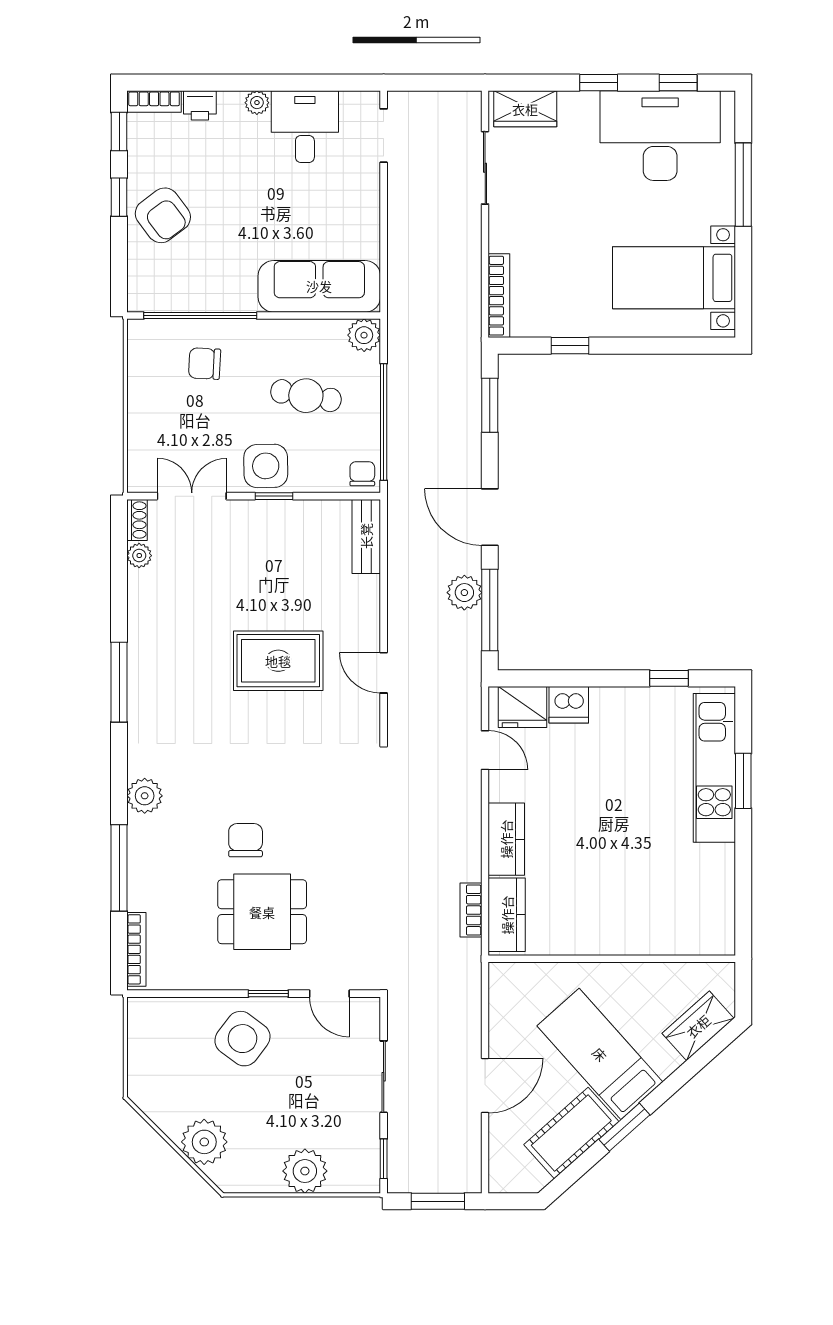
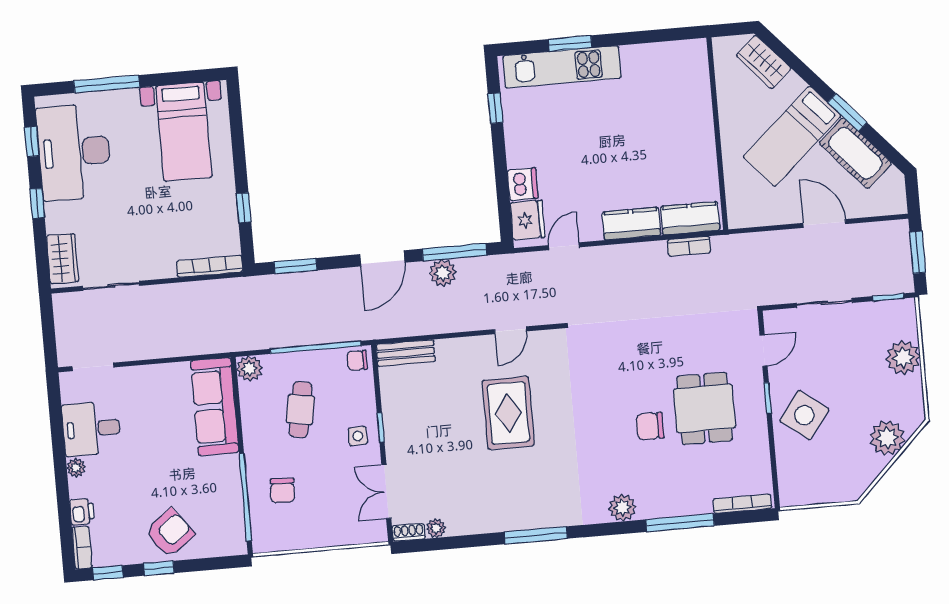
side table: (266, 466) -> (358, 436), width x0.54, depth x0.54

